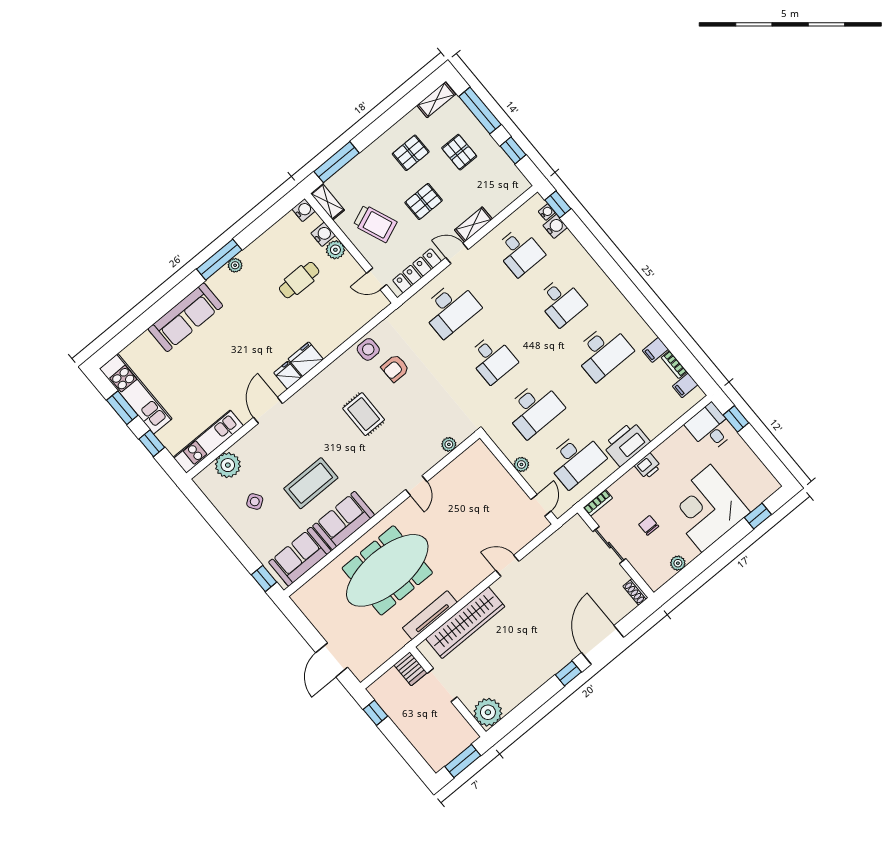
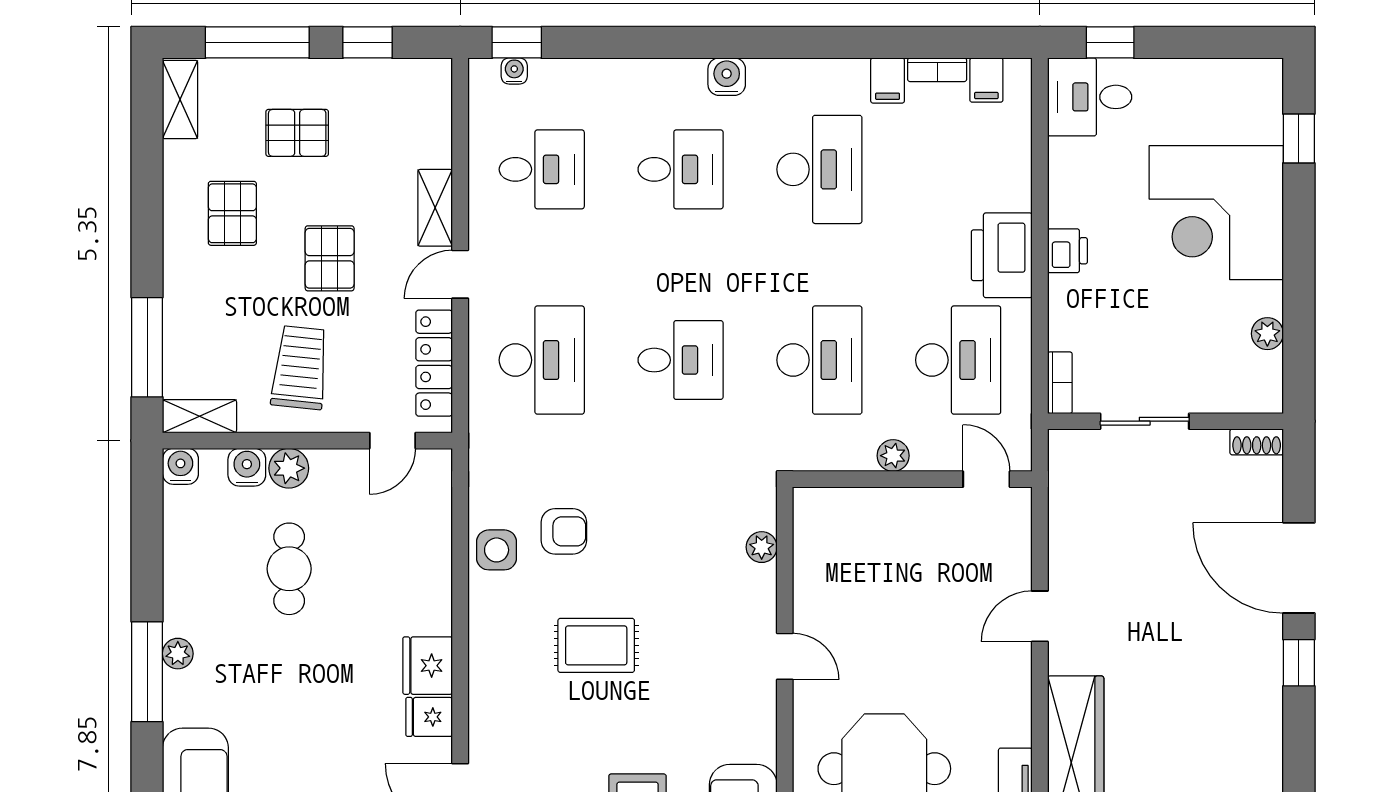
trolley: (375, 224) -> (300, 368), turned -62
water cooler: (555, 226) -> (727, 77), moved
armchair: (395, 368) -> (564, 531), turned -90
chair: (649, 525) -> (1166, 330), removed

